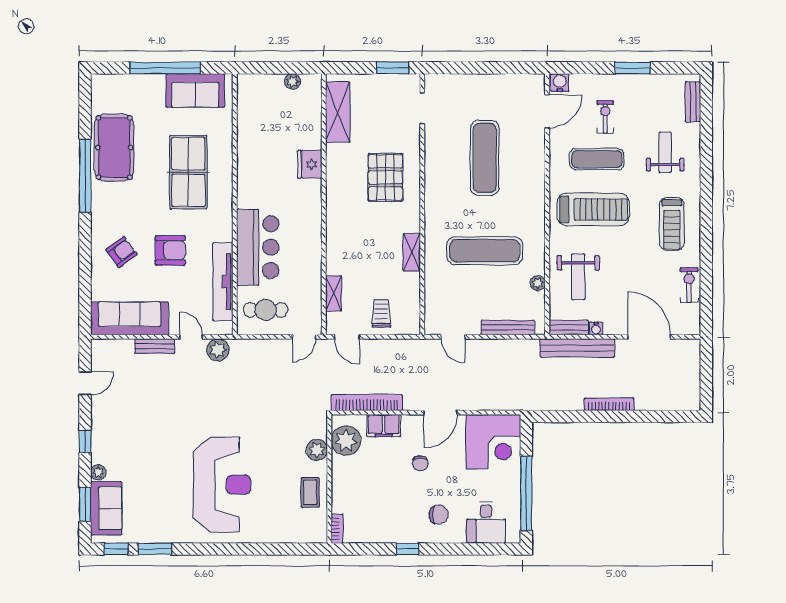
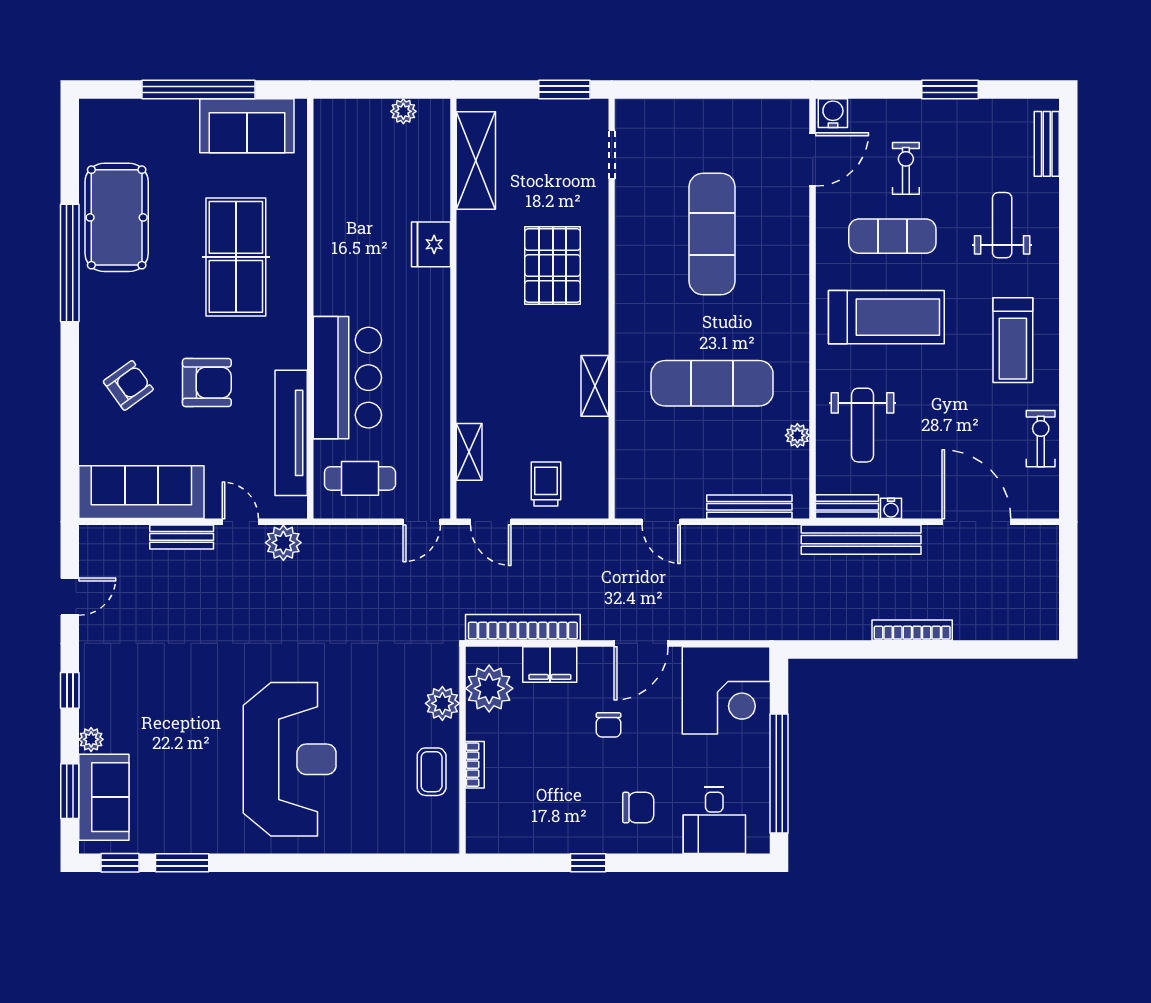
bookcase: (337, 529) -> (475, 765), moved

